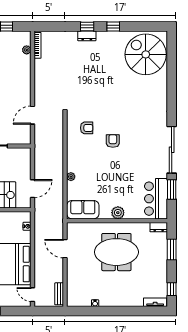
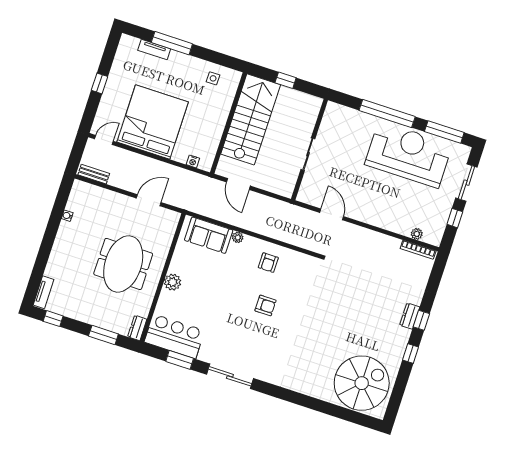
armchair: (87, 128) -> (268, 263), moved
sliding door: (172, 150) -> (230, 376), width x0.73
sofa: (83, 210) -> (209, 235), moved, turned 90

